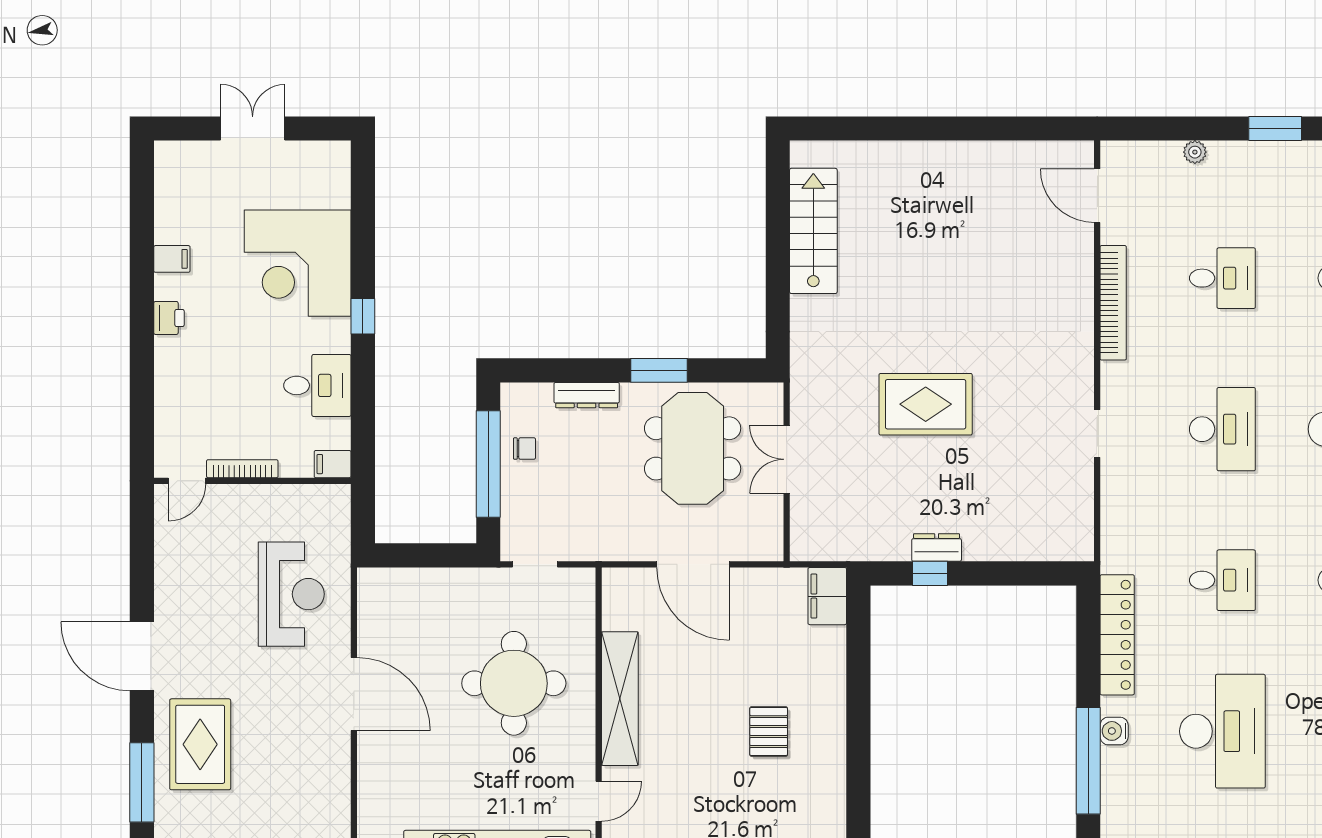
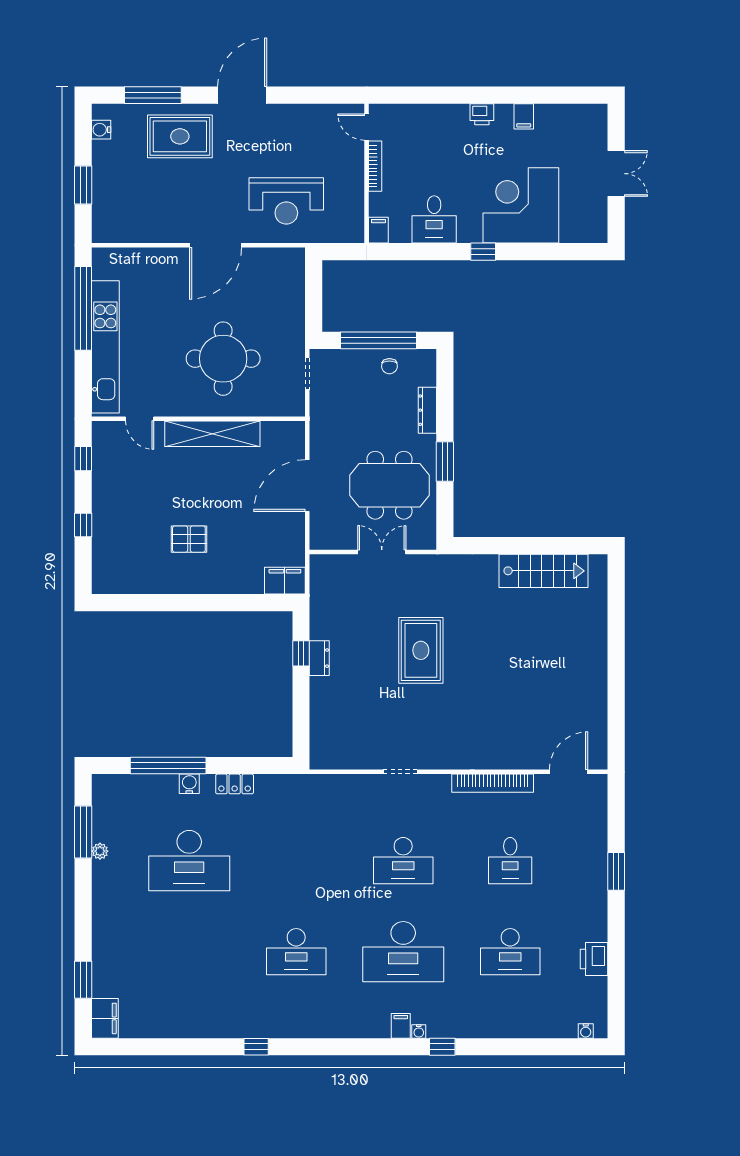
window: (1275, 129) -> (616, 871), moved
plant: (1195, 152) -> (599, 841), removed
desk: (1222, 580) -> (296, 861), removed
locker: (1117, 635) -> (235, 784), width x0.46, depth x0.83

